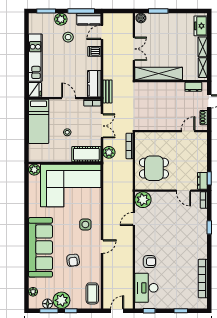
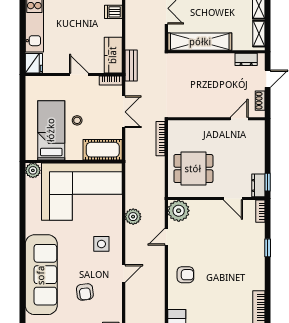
bed: (39, 121) -> (51, 130), moved, turned 180
plant: (109, 152) -> (133, 217), moved
armchair: (150, 262) -> (185, 275), moved

